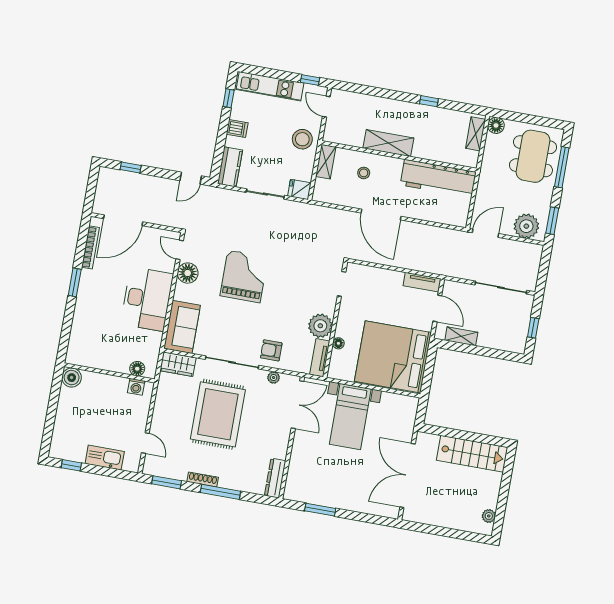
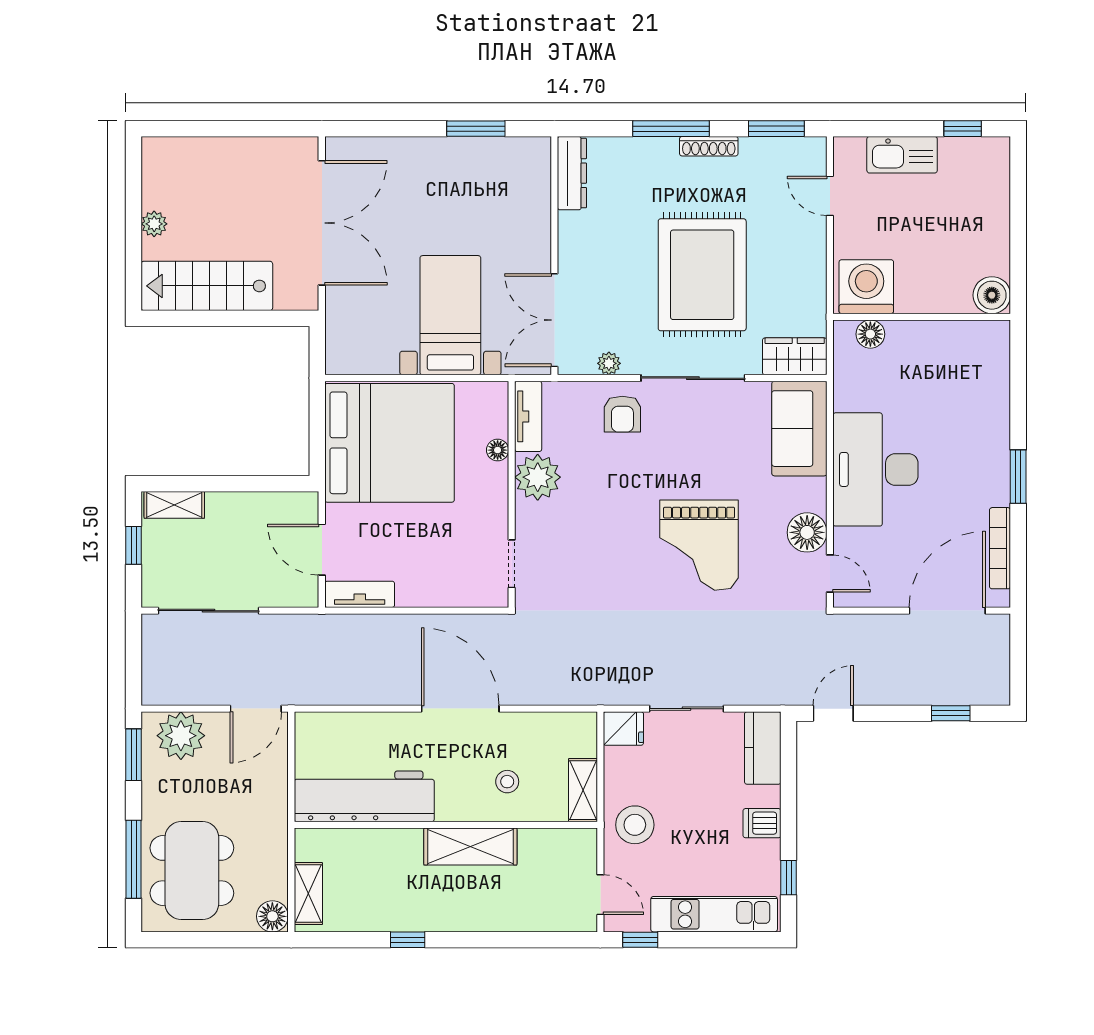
shelving: (461, 336) -> (174, 505), moved
armchair: (271, 350) -> (622, 414), turned 90
washing machine: (136, 387) -> (866, 287), width x1.89, depth x1.89
plant: (489, 516) -> (154, 224), moved

